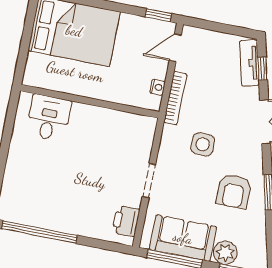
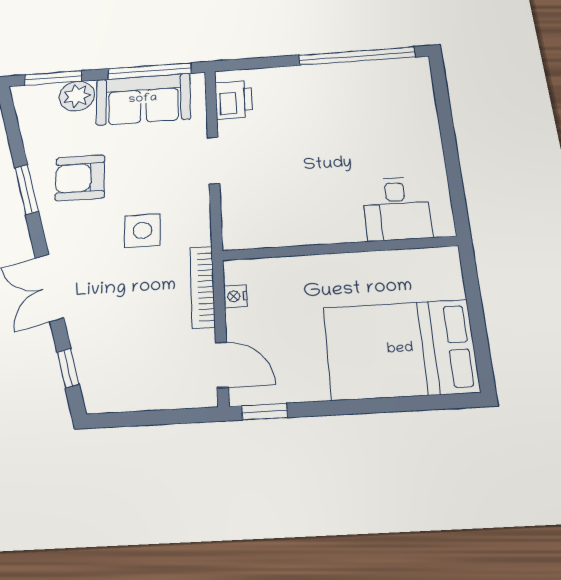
door: (175, 48) -> (222, 365), hinge flipped
tv unit: (249, 63) -> (92, 372), removed
armchair: (234, 191) -> (80, 178), turned -90

